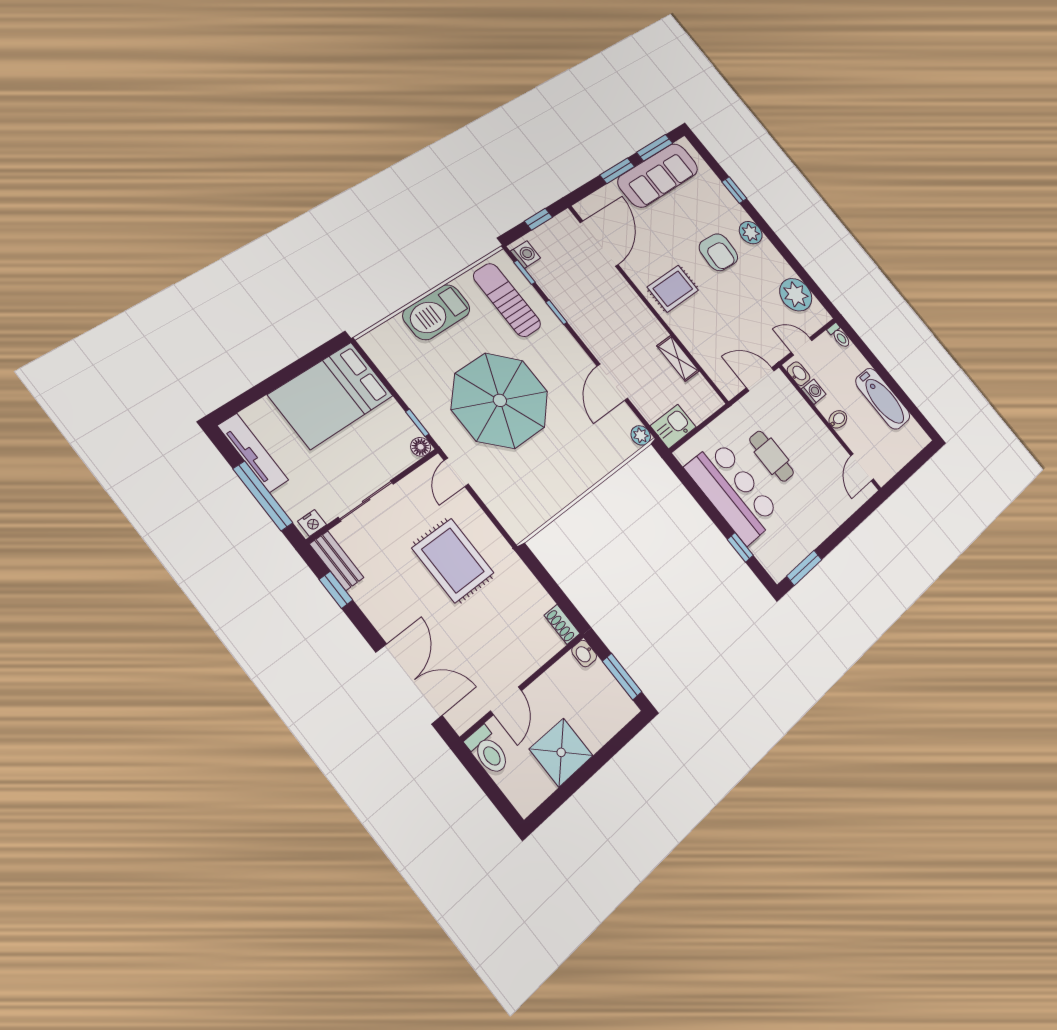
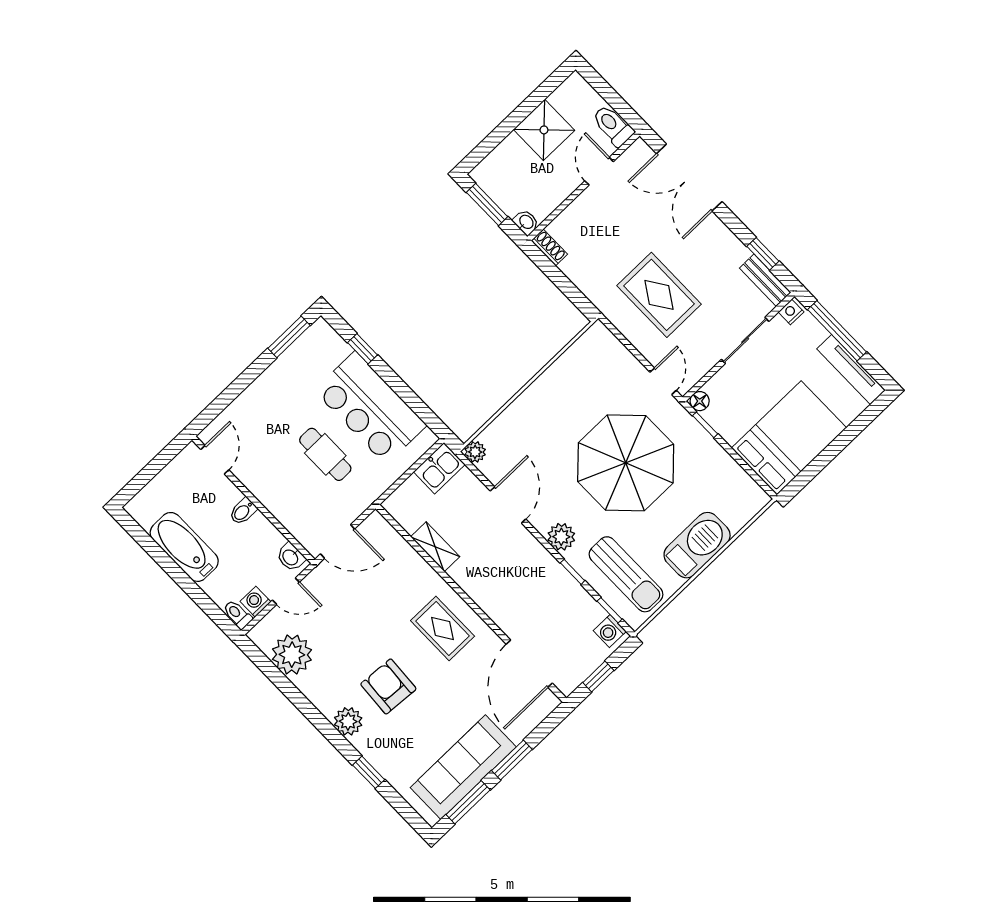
rug: (673, 289) -> (443, 628), turned 90
plant: (565, 345) -> (561, 537), added
washing machine: (814, 392) -> (256, 602), moved, turned 90

